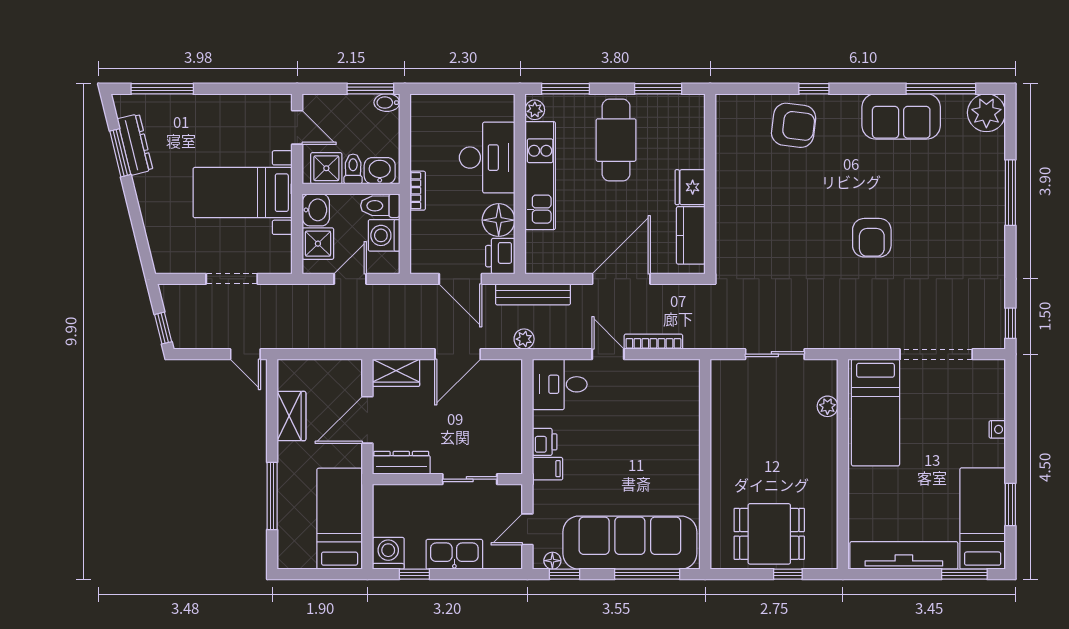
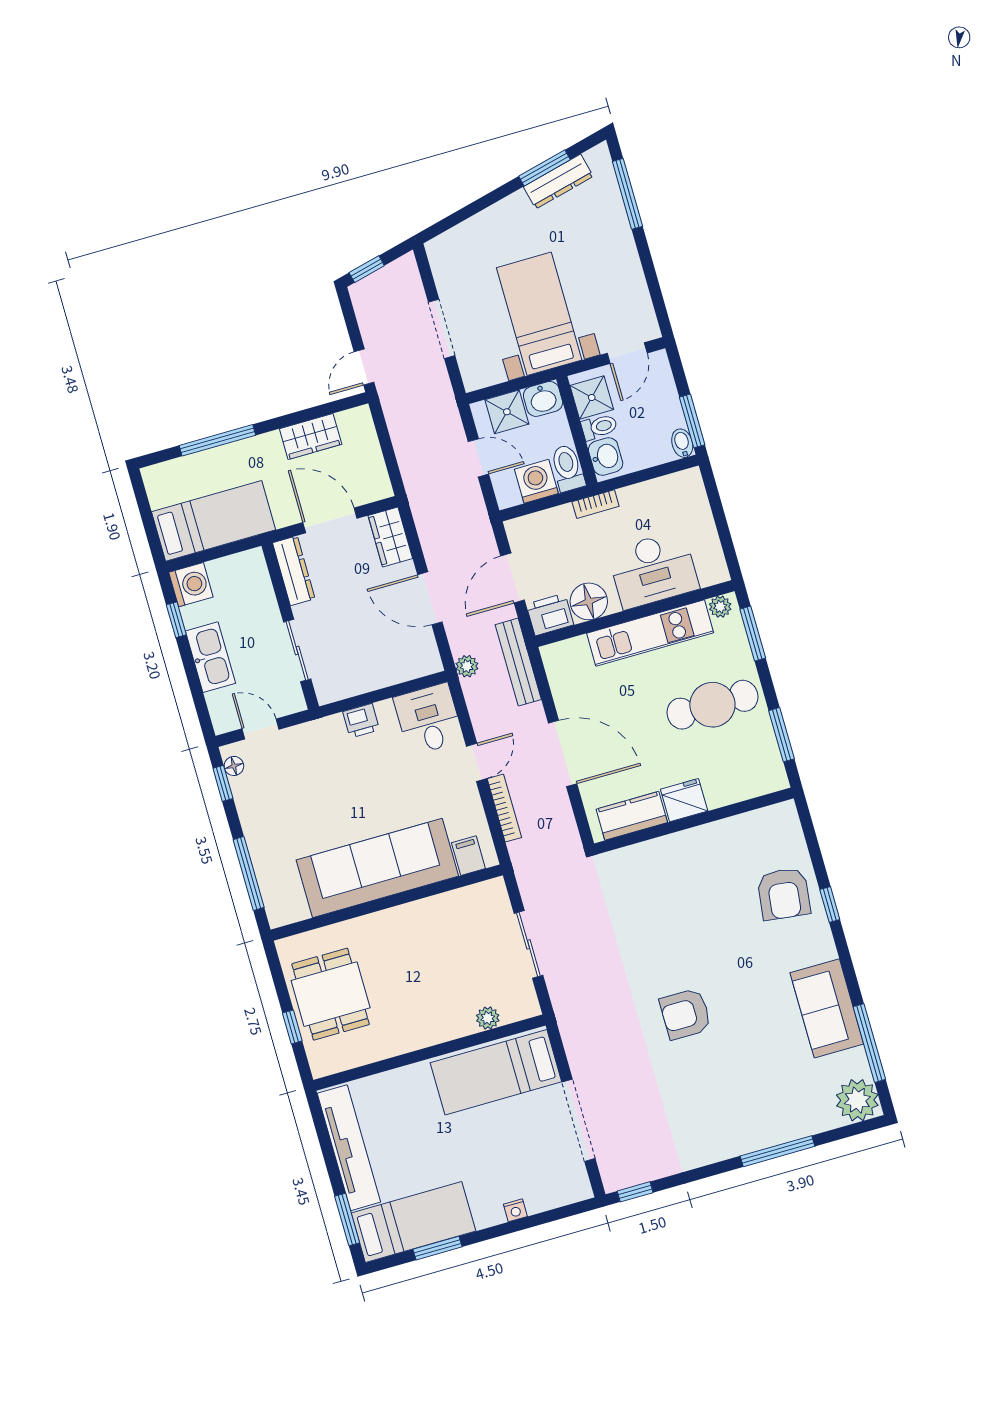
filing cabinet: (548, 469) -> (468, 856), moved, turned 180
sofa: (630, 543) -> (377, 868), moved, turned -90

